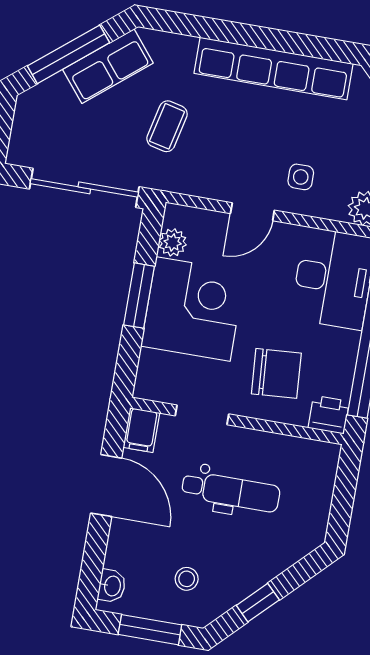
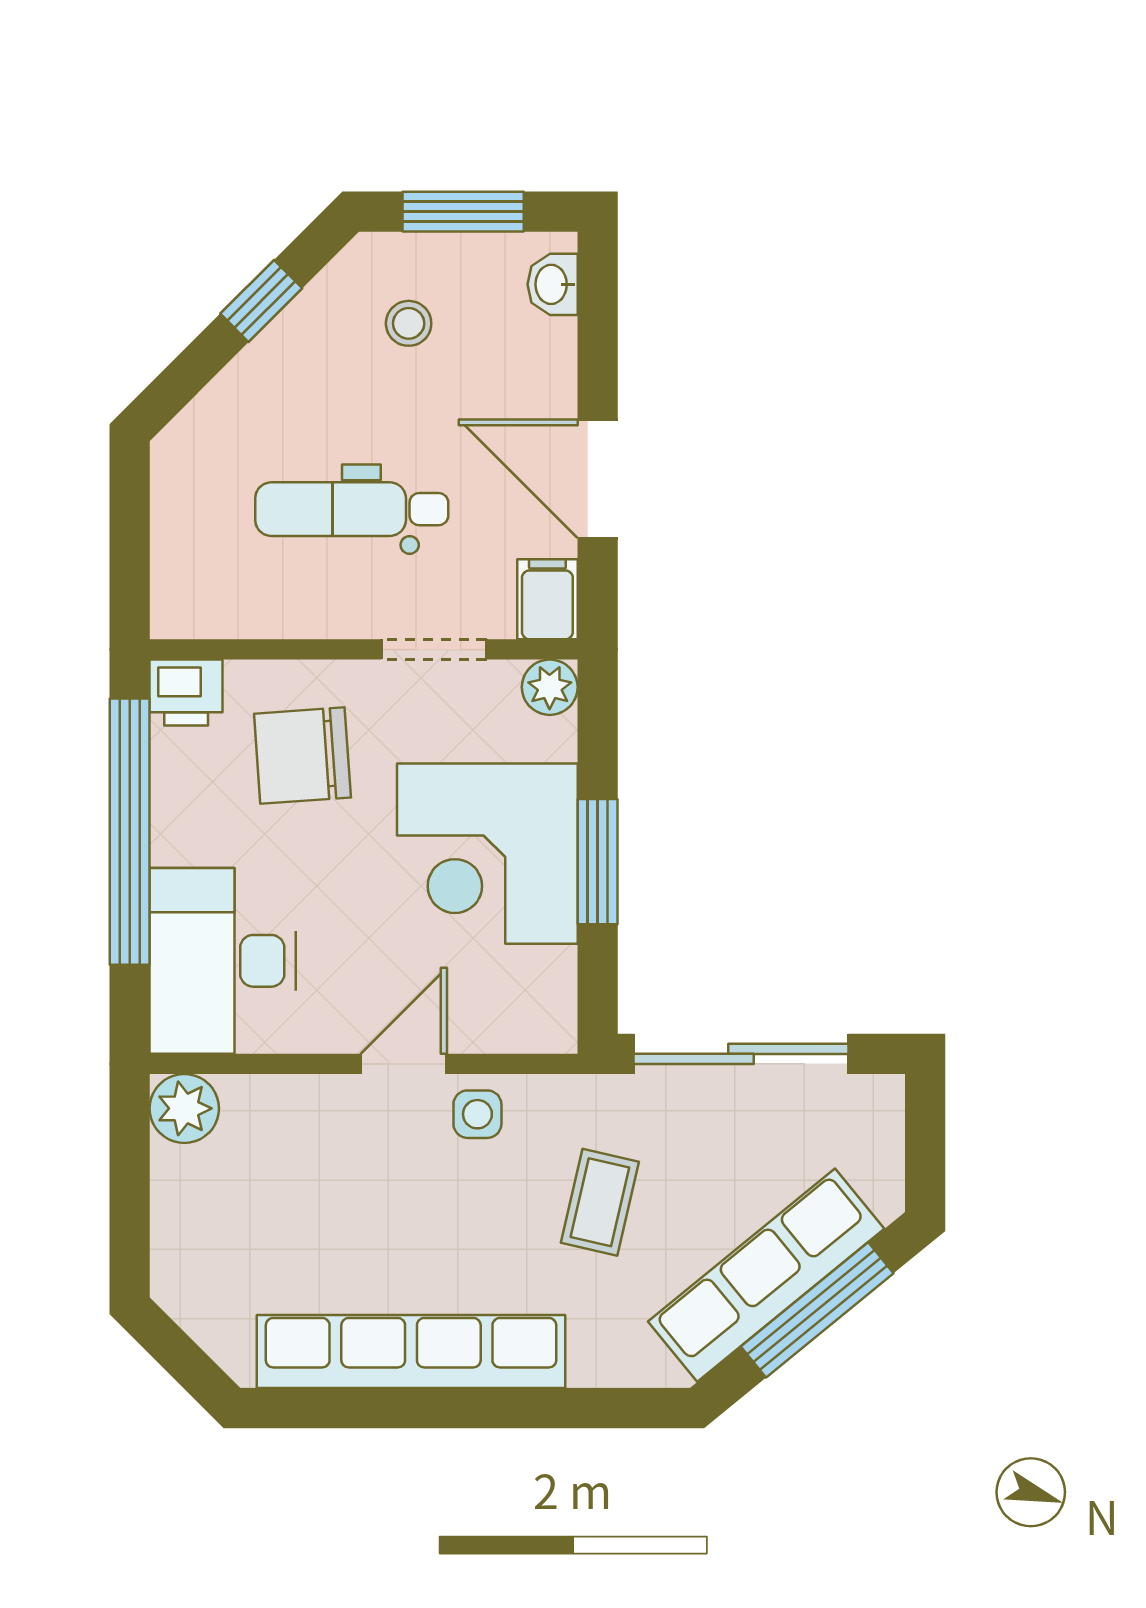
row of seats: (108, 66) -> (766, 1275), width x1.48
side table: (301, 177) -> (477, 1114), moved
plant: (173, 242) -> (550, 687), moved

